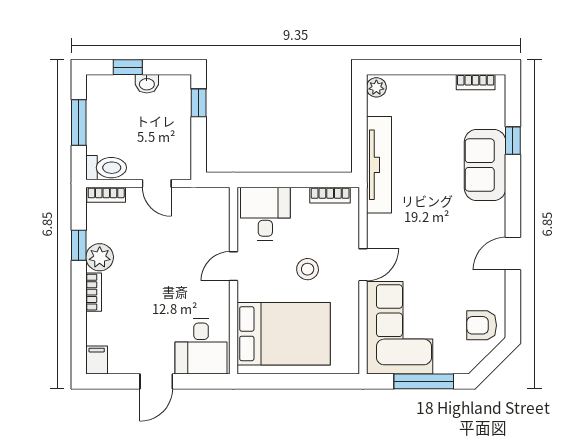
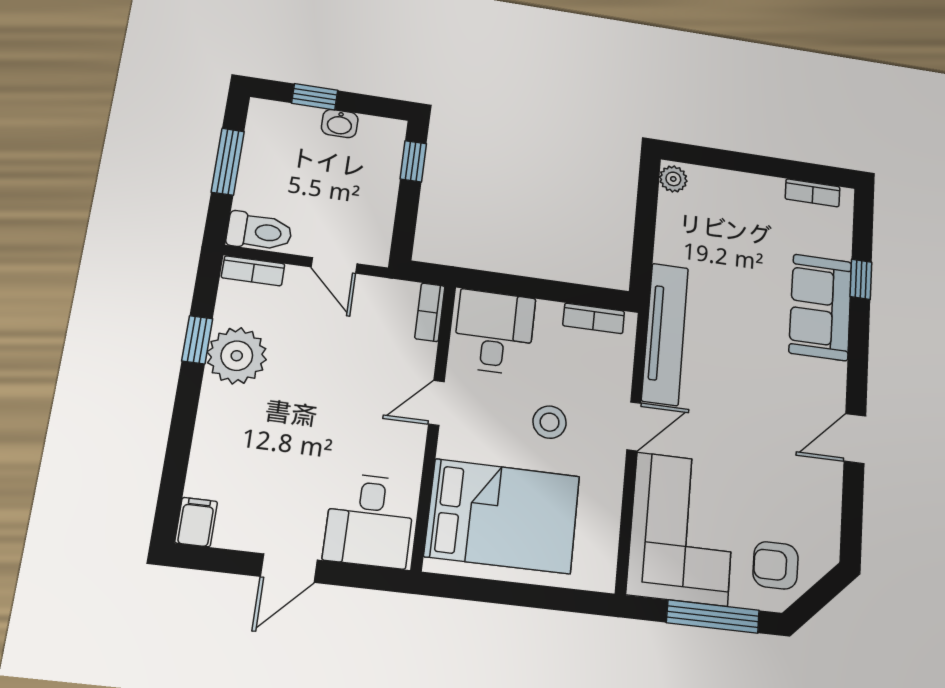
tv unit: (379, 165) -> (665, 334), moved
plant: (100, 257) -> (237, 356), width x1.36, depth x1.36
bookcase: (94, 292) -> (430, 312), moved, turned 180
armchair: (482, 325) -> (775, 565), moved

